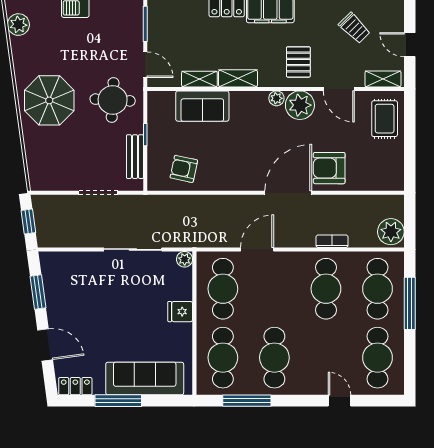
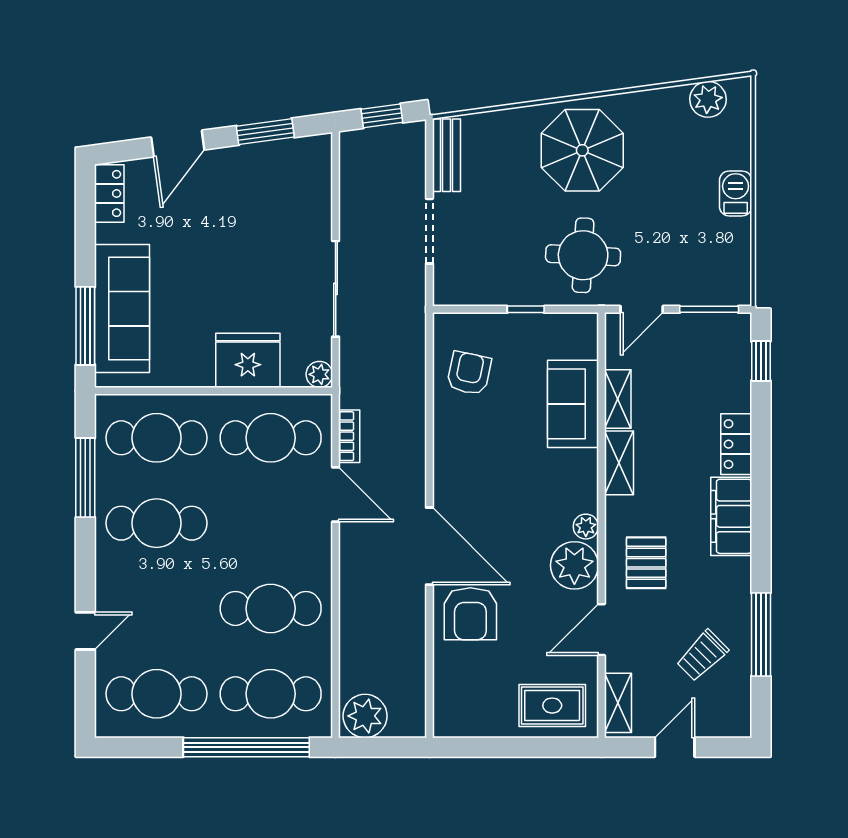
pallet: (298, 62) -> (646, 563), turned 90
bench: (135, 157) -> (446, 155), moved, turned 90
armchair: (329, 168) -> (470, 614), turned 180
bookcase: (332, 241) -> (349, 436), moved
window: (410, 303) -> (246, 747), width x1.46
fridge: (180, 312) -> (248, 360), width x1.88, depth x1.34
window: (118, 401) -> (85, 326), moved

